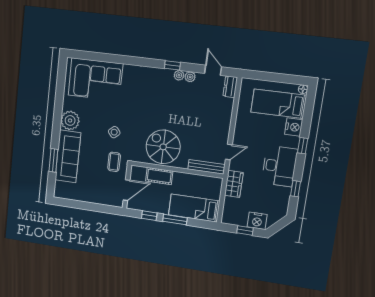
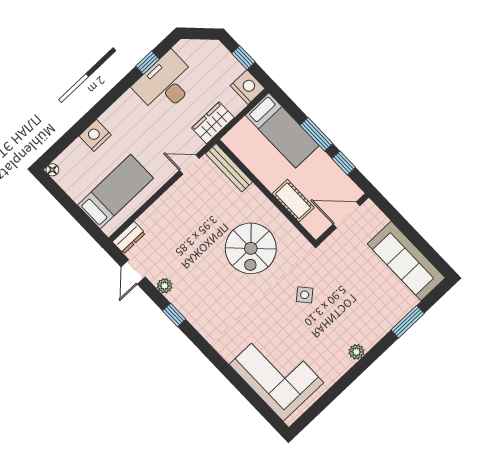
plant: (179, 75) -> (176, 298), removed
bed: (278, 104) -> (115, 192), moved, turned -90
plant: (70, 120) -> (356, 352), width x0.53, depth x0.53
window: (303, 146) -> (102, 106), removed
spiral stairs: (163, 147) -> (251, 248), moved
sofa: (68, 156) -> (406, 261), moved, turned -90
coffee table: (114, 162) -> (334, 260), removed
desk: (279, 166) -> (166, 84), moved
nightstand: (257, 221) -> (248, 87), moved

